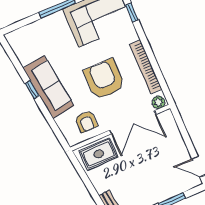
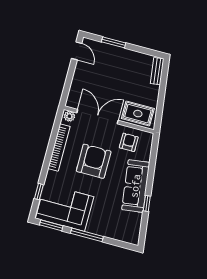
armchair: (104, 79) -> (94, 161), turned 180
window: (32, 90) -> (147, 204), moved

